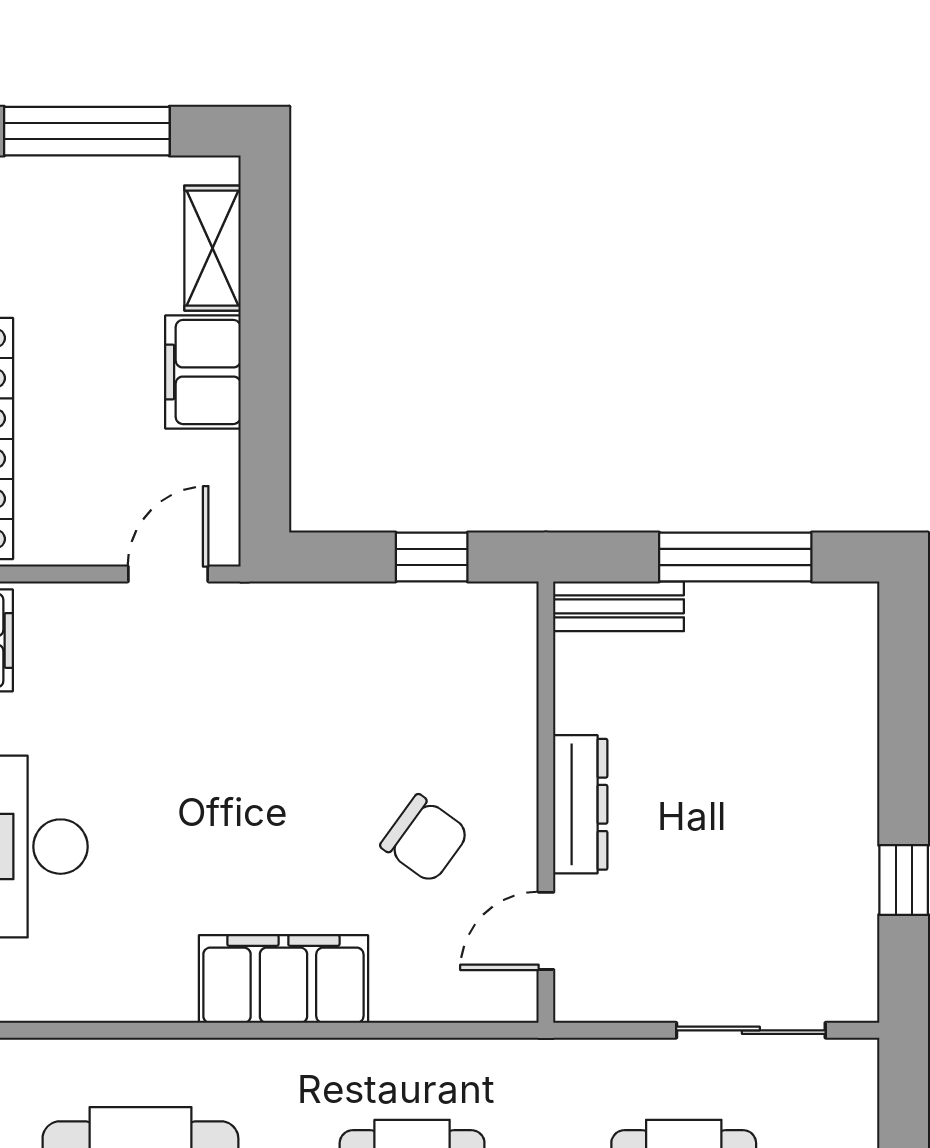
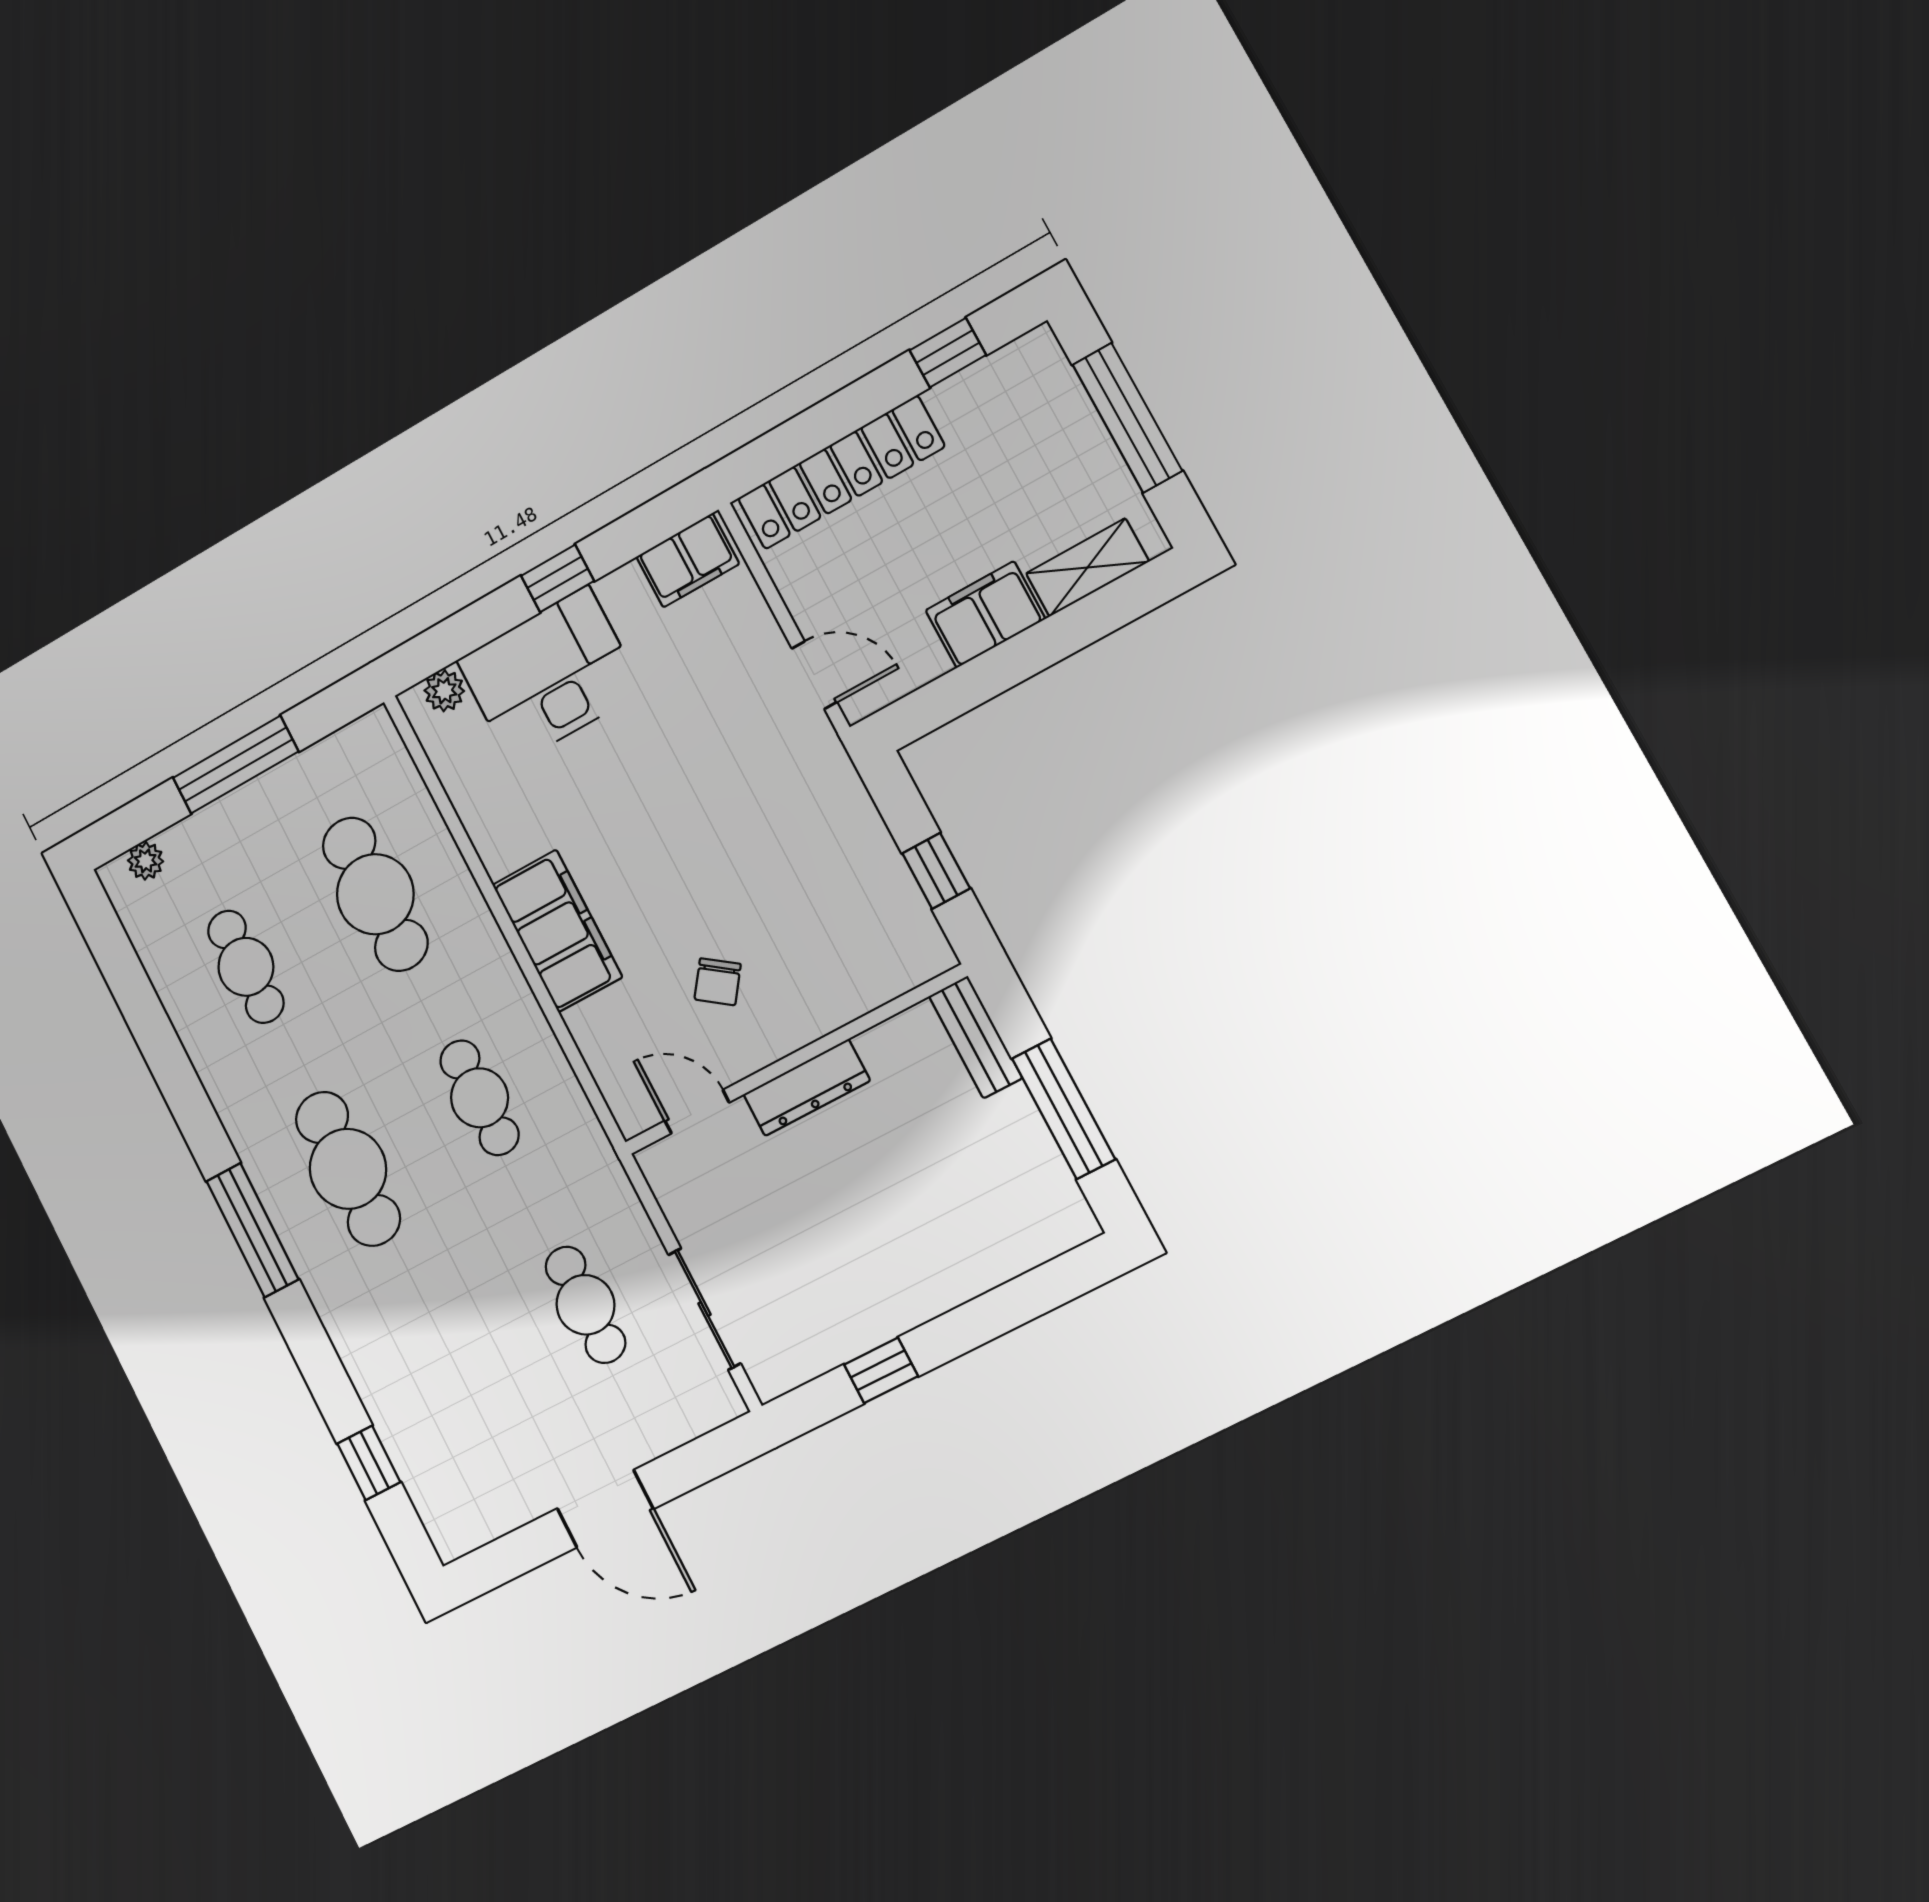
chair: (425, 839) -> (718, 982), width x0.73, depth x0.73

